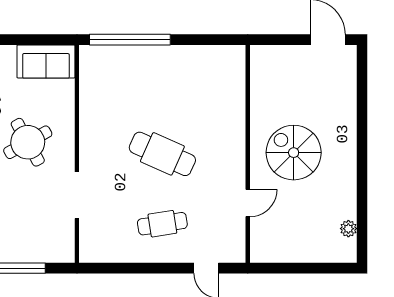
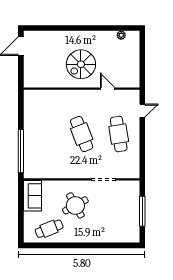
cafe table: (162, 154) -> (82, 134), turned -45
cafe table: (162, 224) -> (119, 134), width x1.37, depth x1.35

